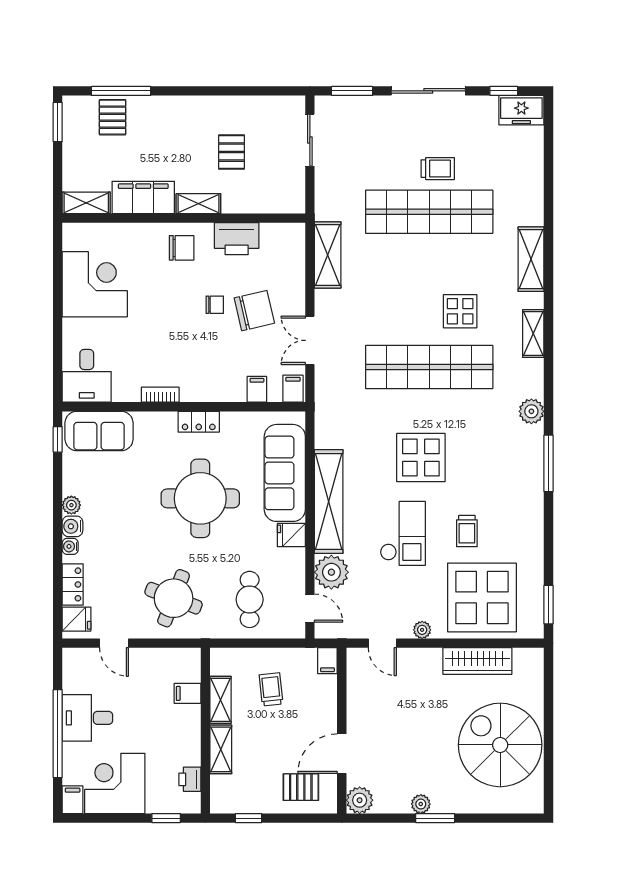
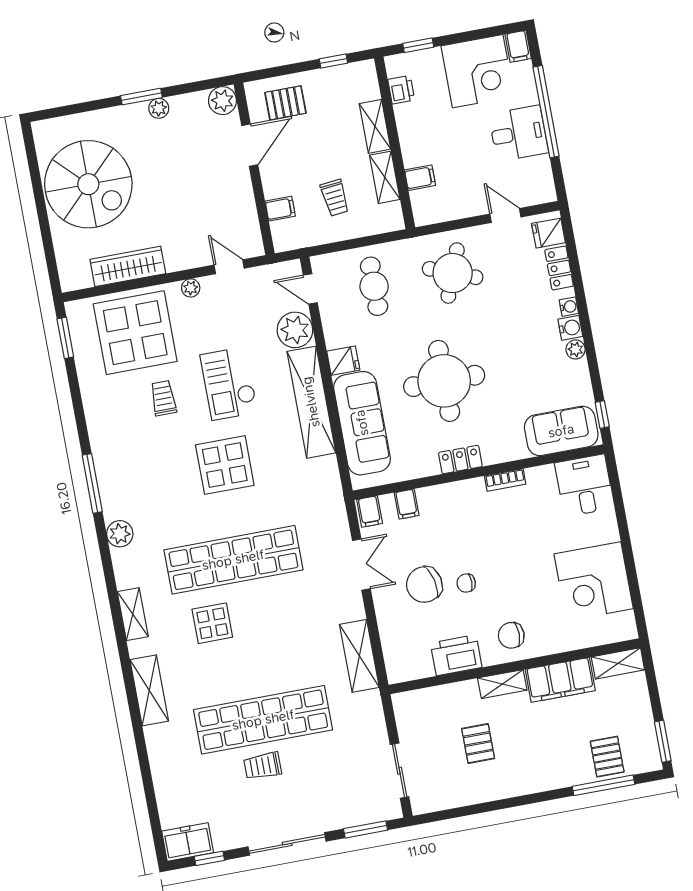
filing cabinet: (327, 661) -> (280, 209), moved, turned 90

